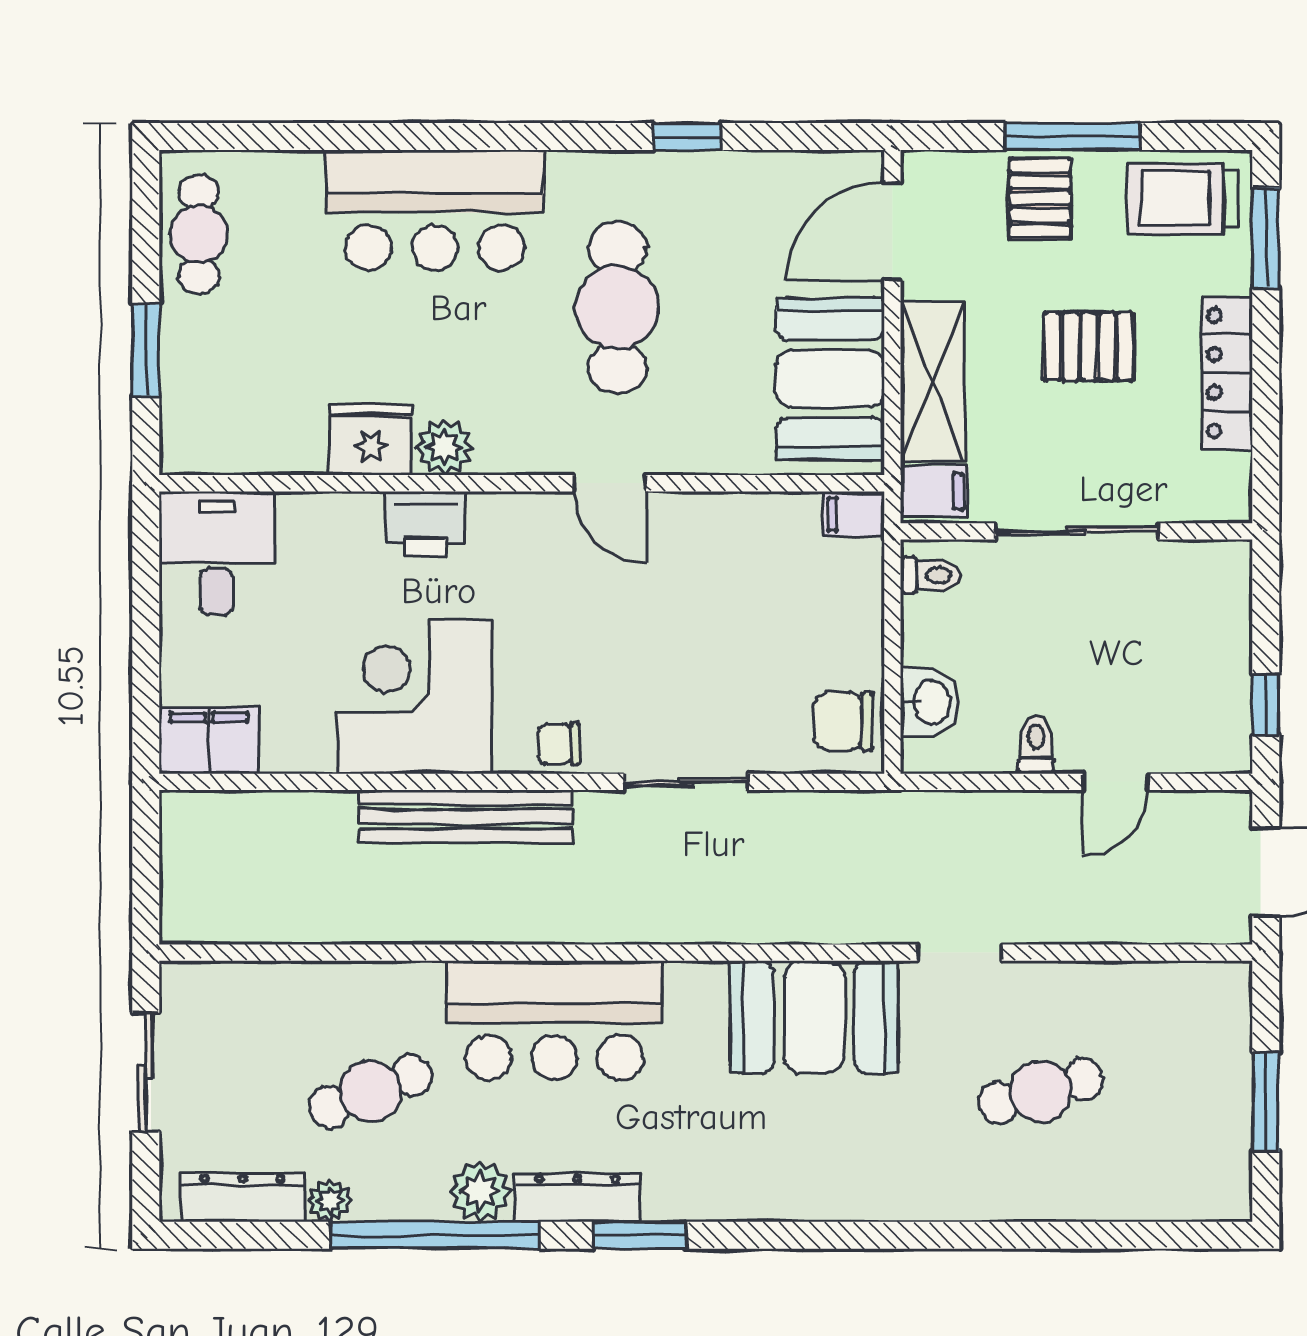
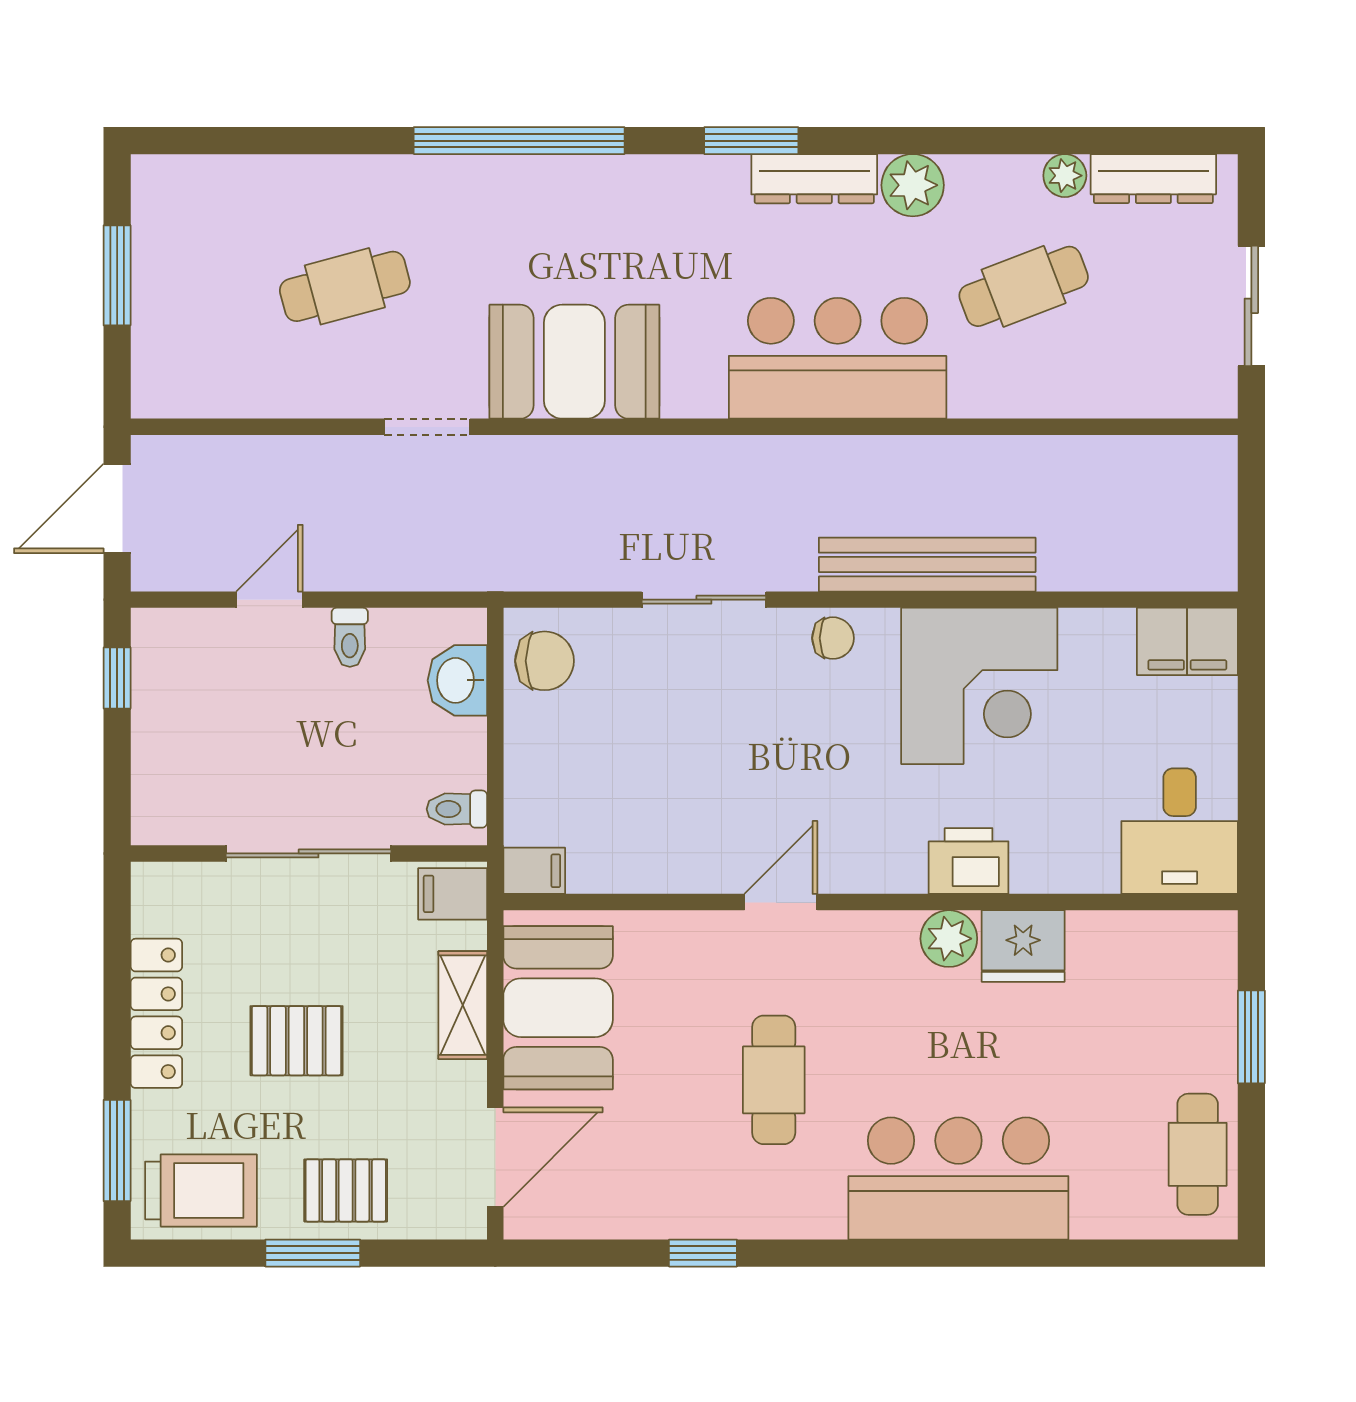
window: (1073, 137) -> (313, 1253), width x0.69
pallet: (1040, 198) -> (346, 1190), turned 90
cafe table: (617, 308) -> (774, 1080), width x0.73, depth x0.74
shelving: (932, 382) -> (463, 1005), width x0.67, depth x0.75
door: (610, 483) -> (781, 902), hinge flipped
window: (435, 1235) -> (519, 141), moved

